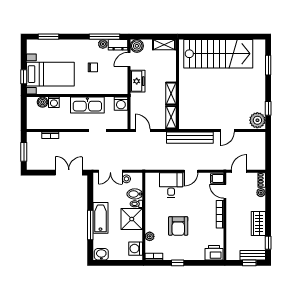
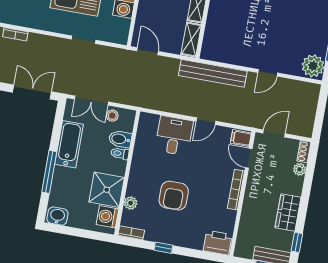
bathtub: (100, 218) -> (69, 144), moved
shower: (132, 219) -> (107, 190), moved

